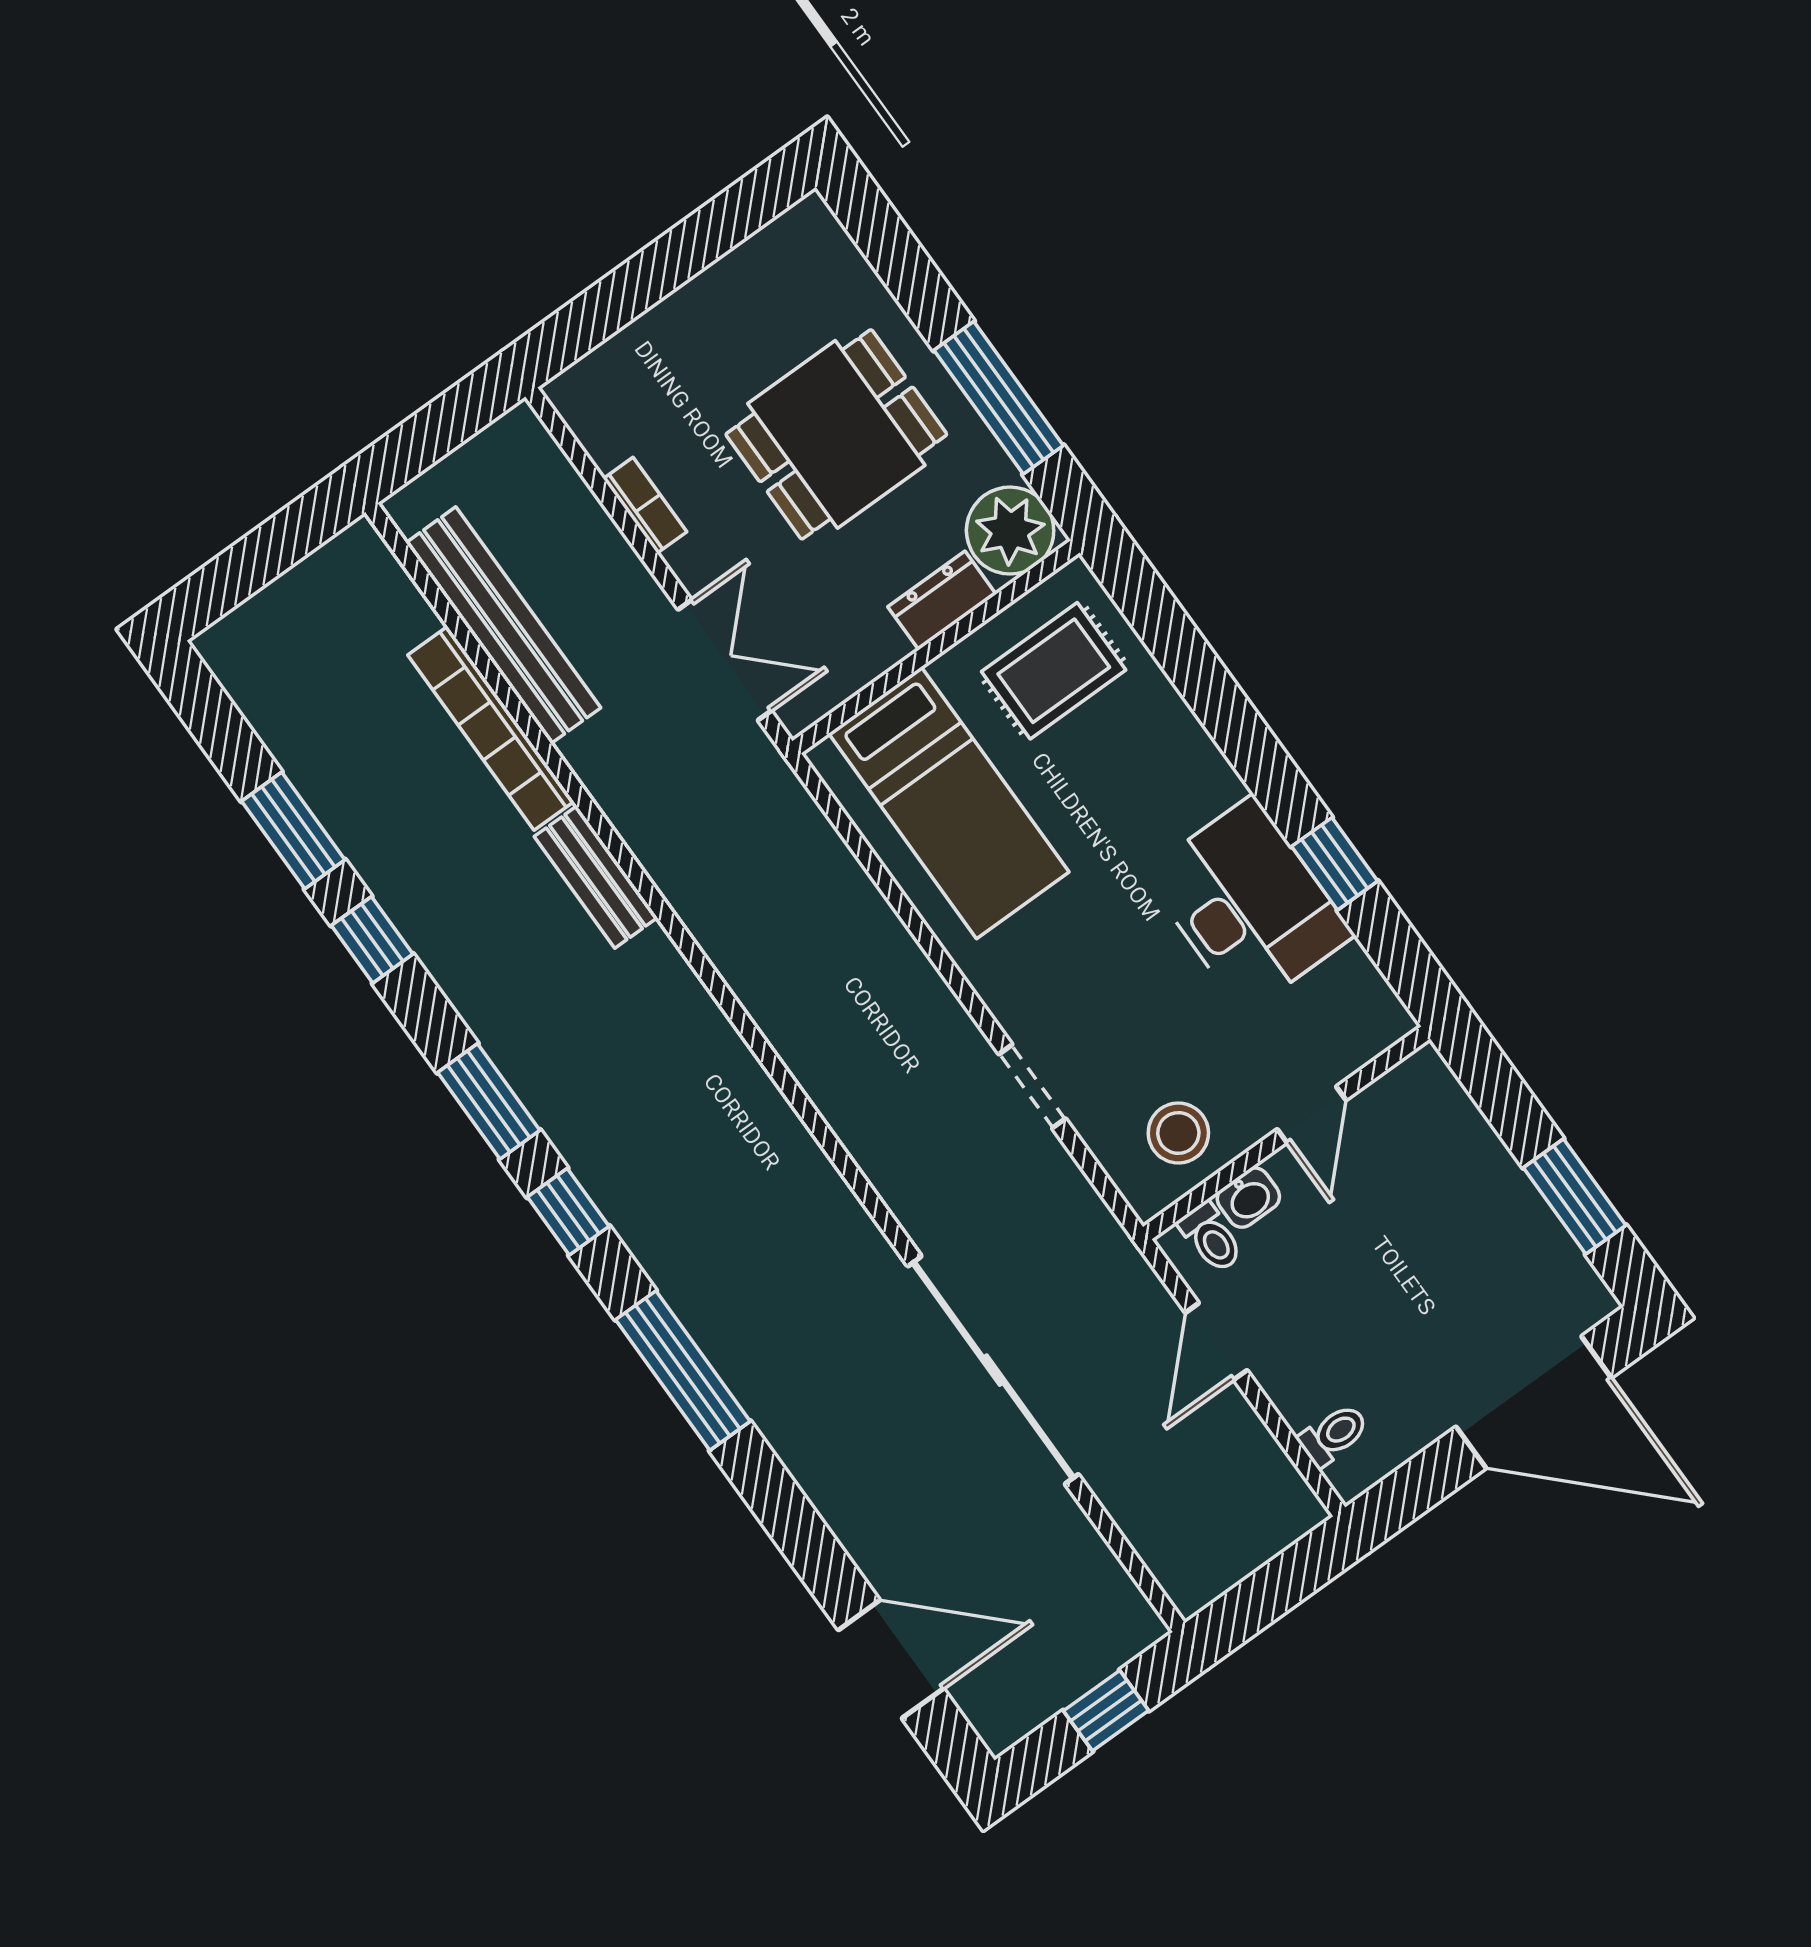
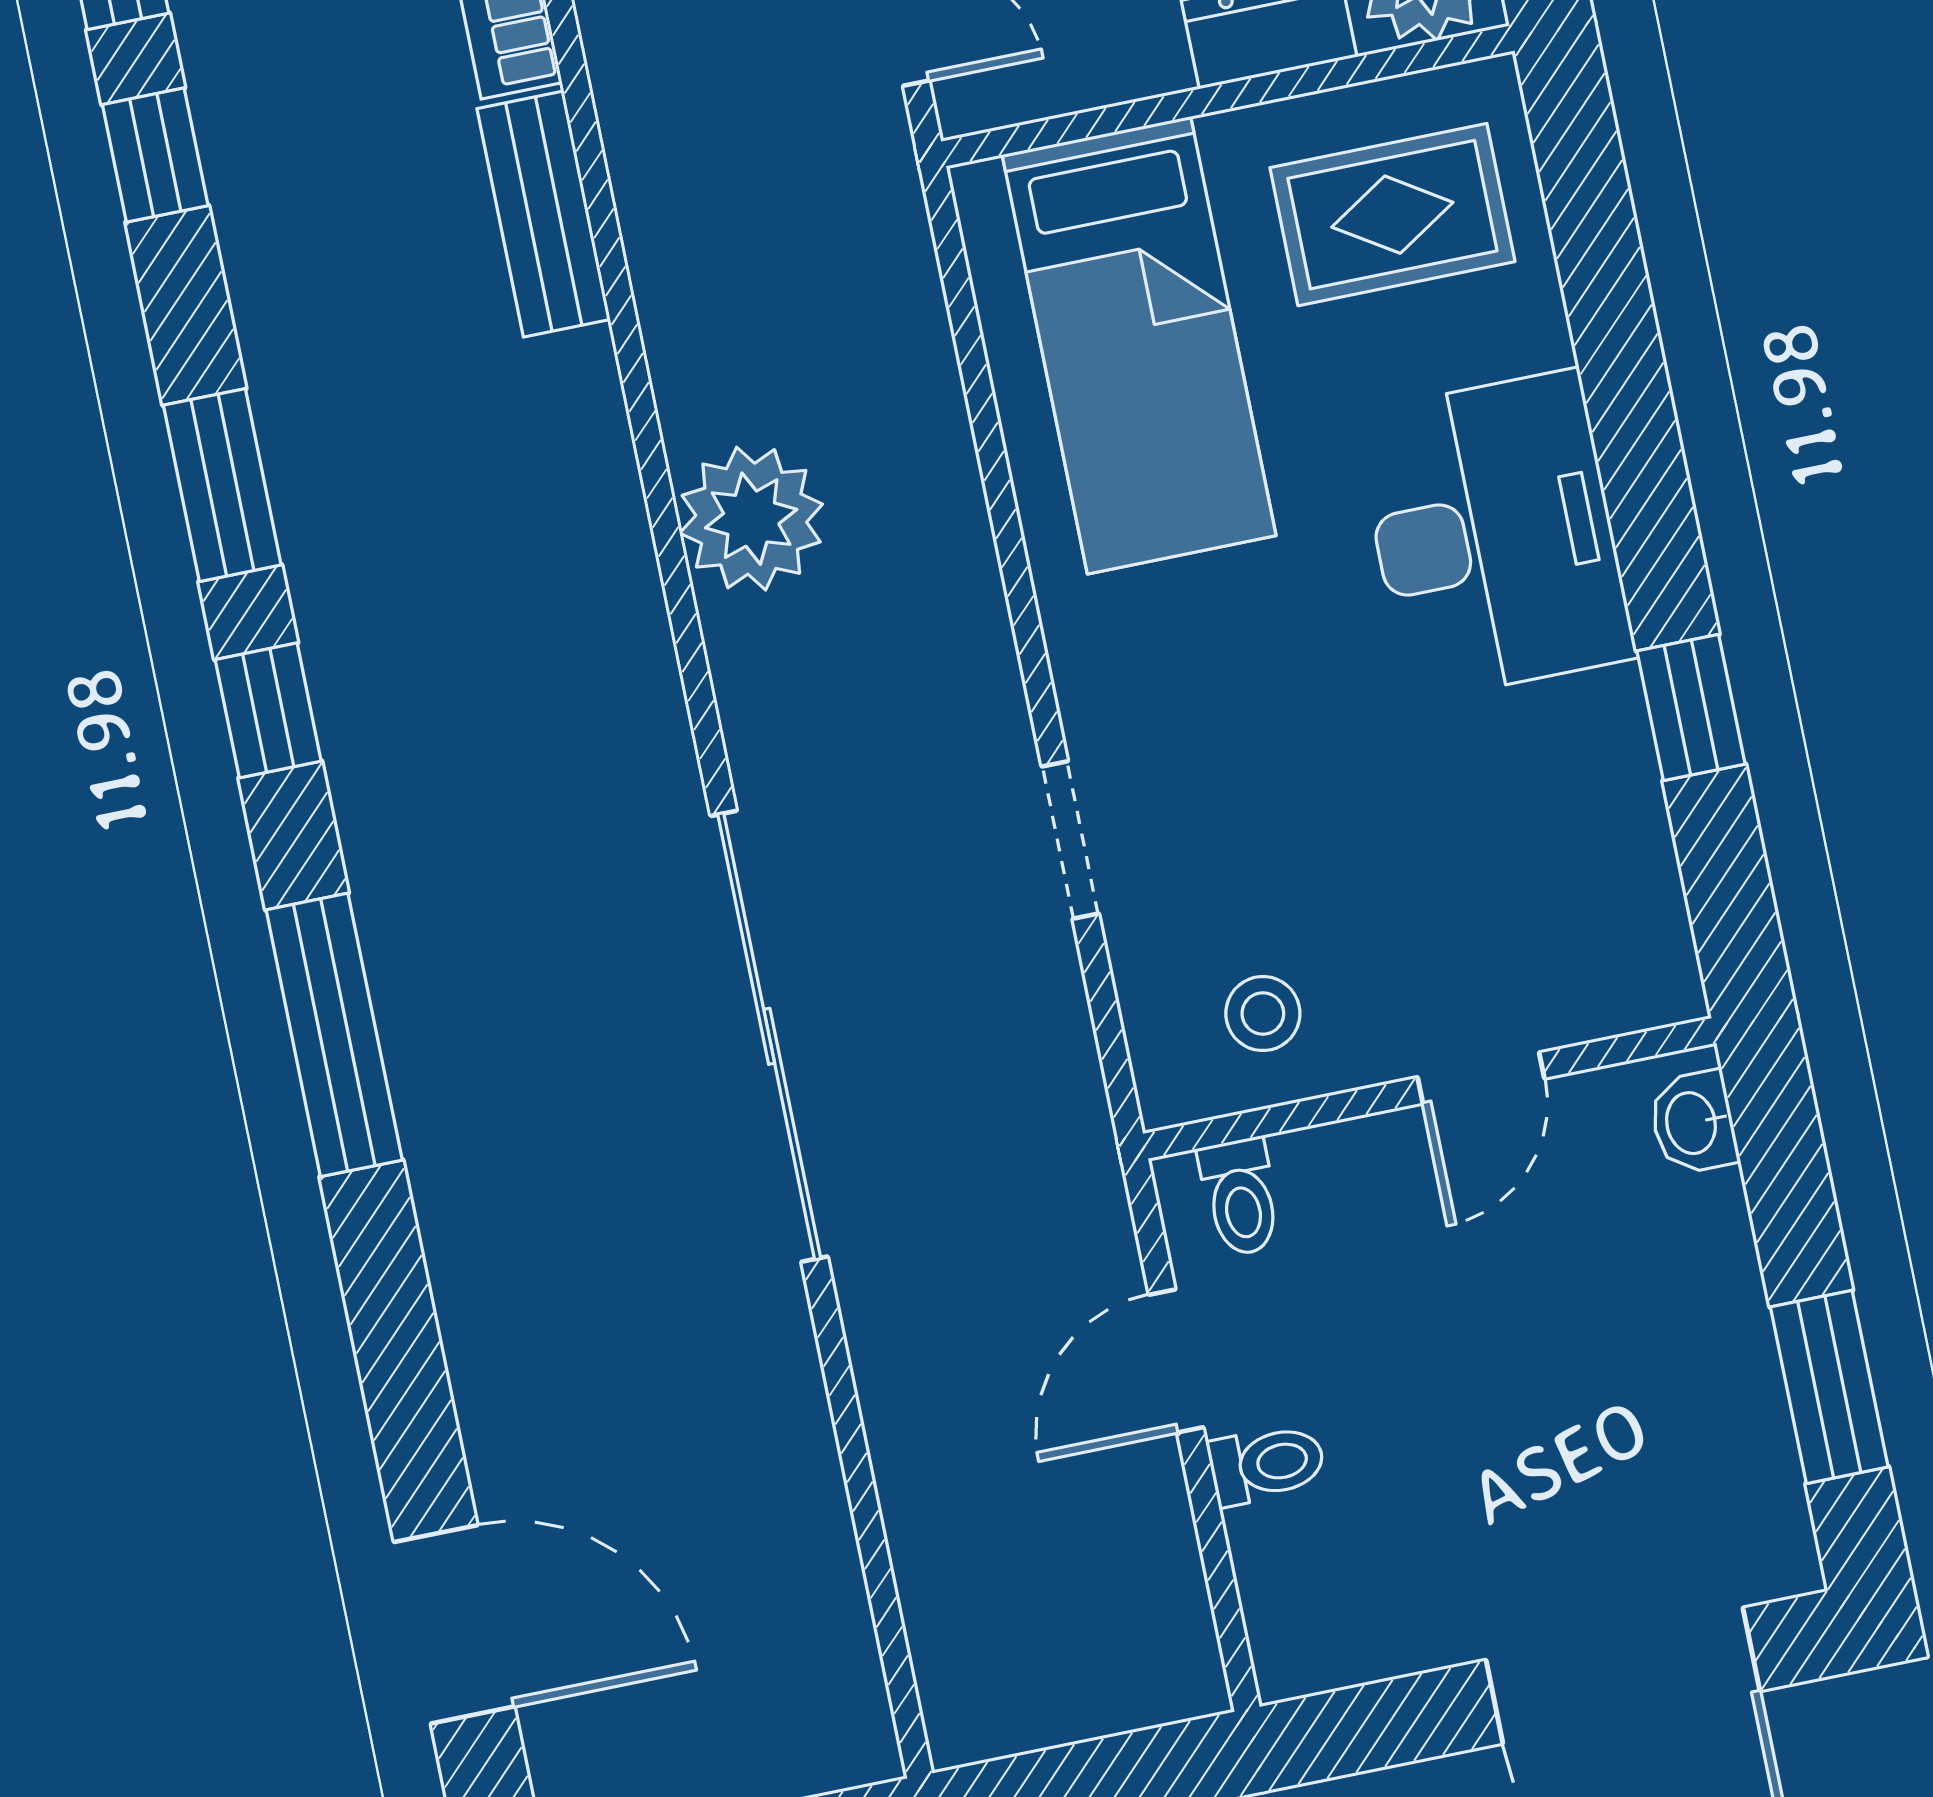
desk: (1248, 905) -> (1494, 536), moved
plant: (782, 991) -> (751, 519), added
stool: (1178, 1133) -> (1263, 1014), width x0.73, depth x0.73
washbasin: (1248, 1198) -> (1693, 1123), moved, turned 90
sliding door: (993, 1370) -> (769, 1036), moved
toilet: (1333, 1435) -> (1267, 1464), moved

